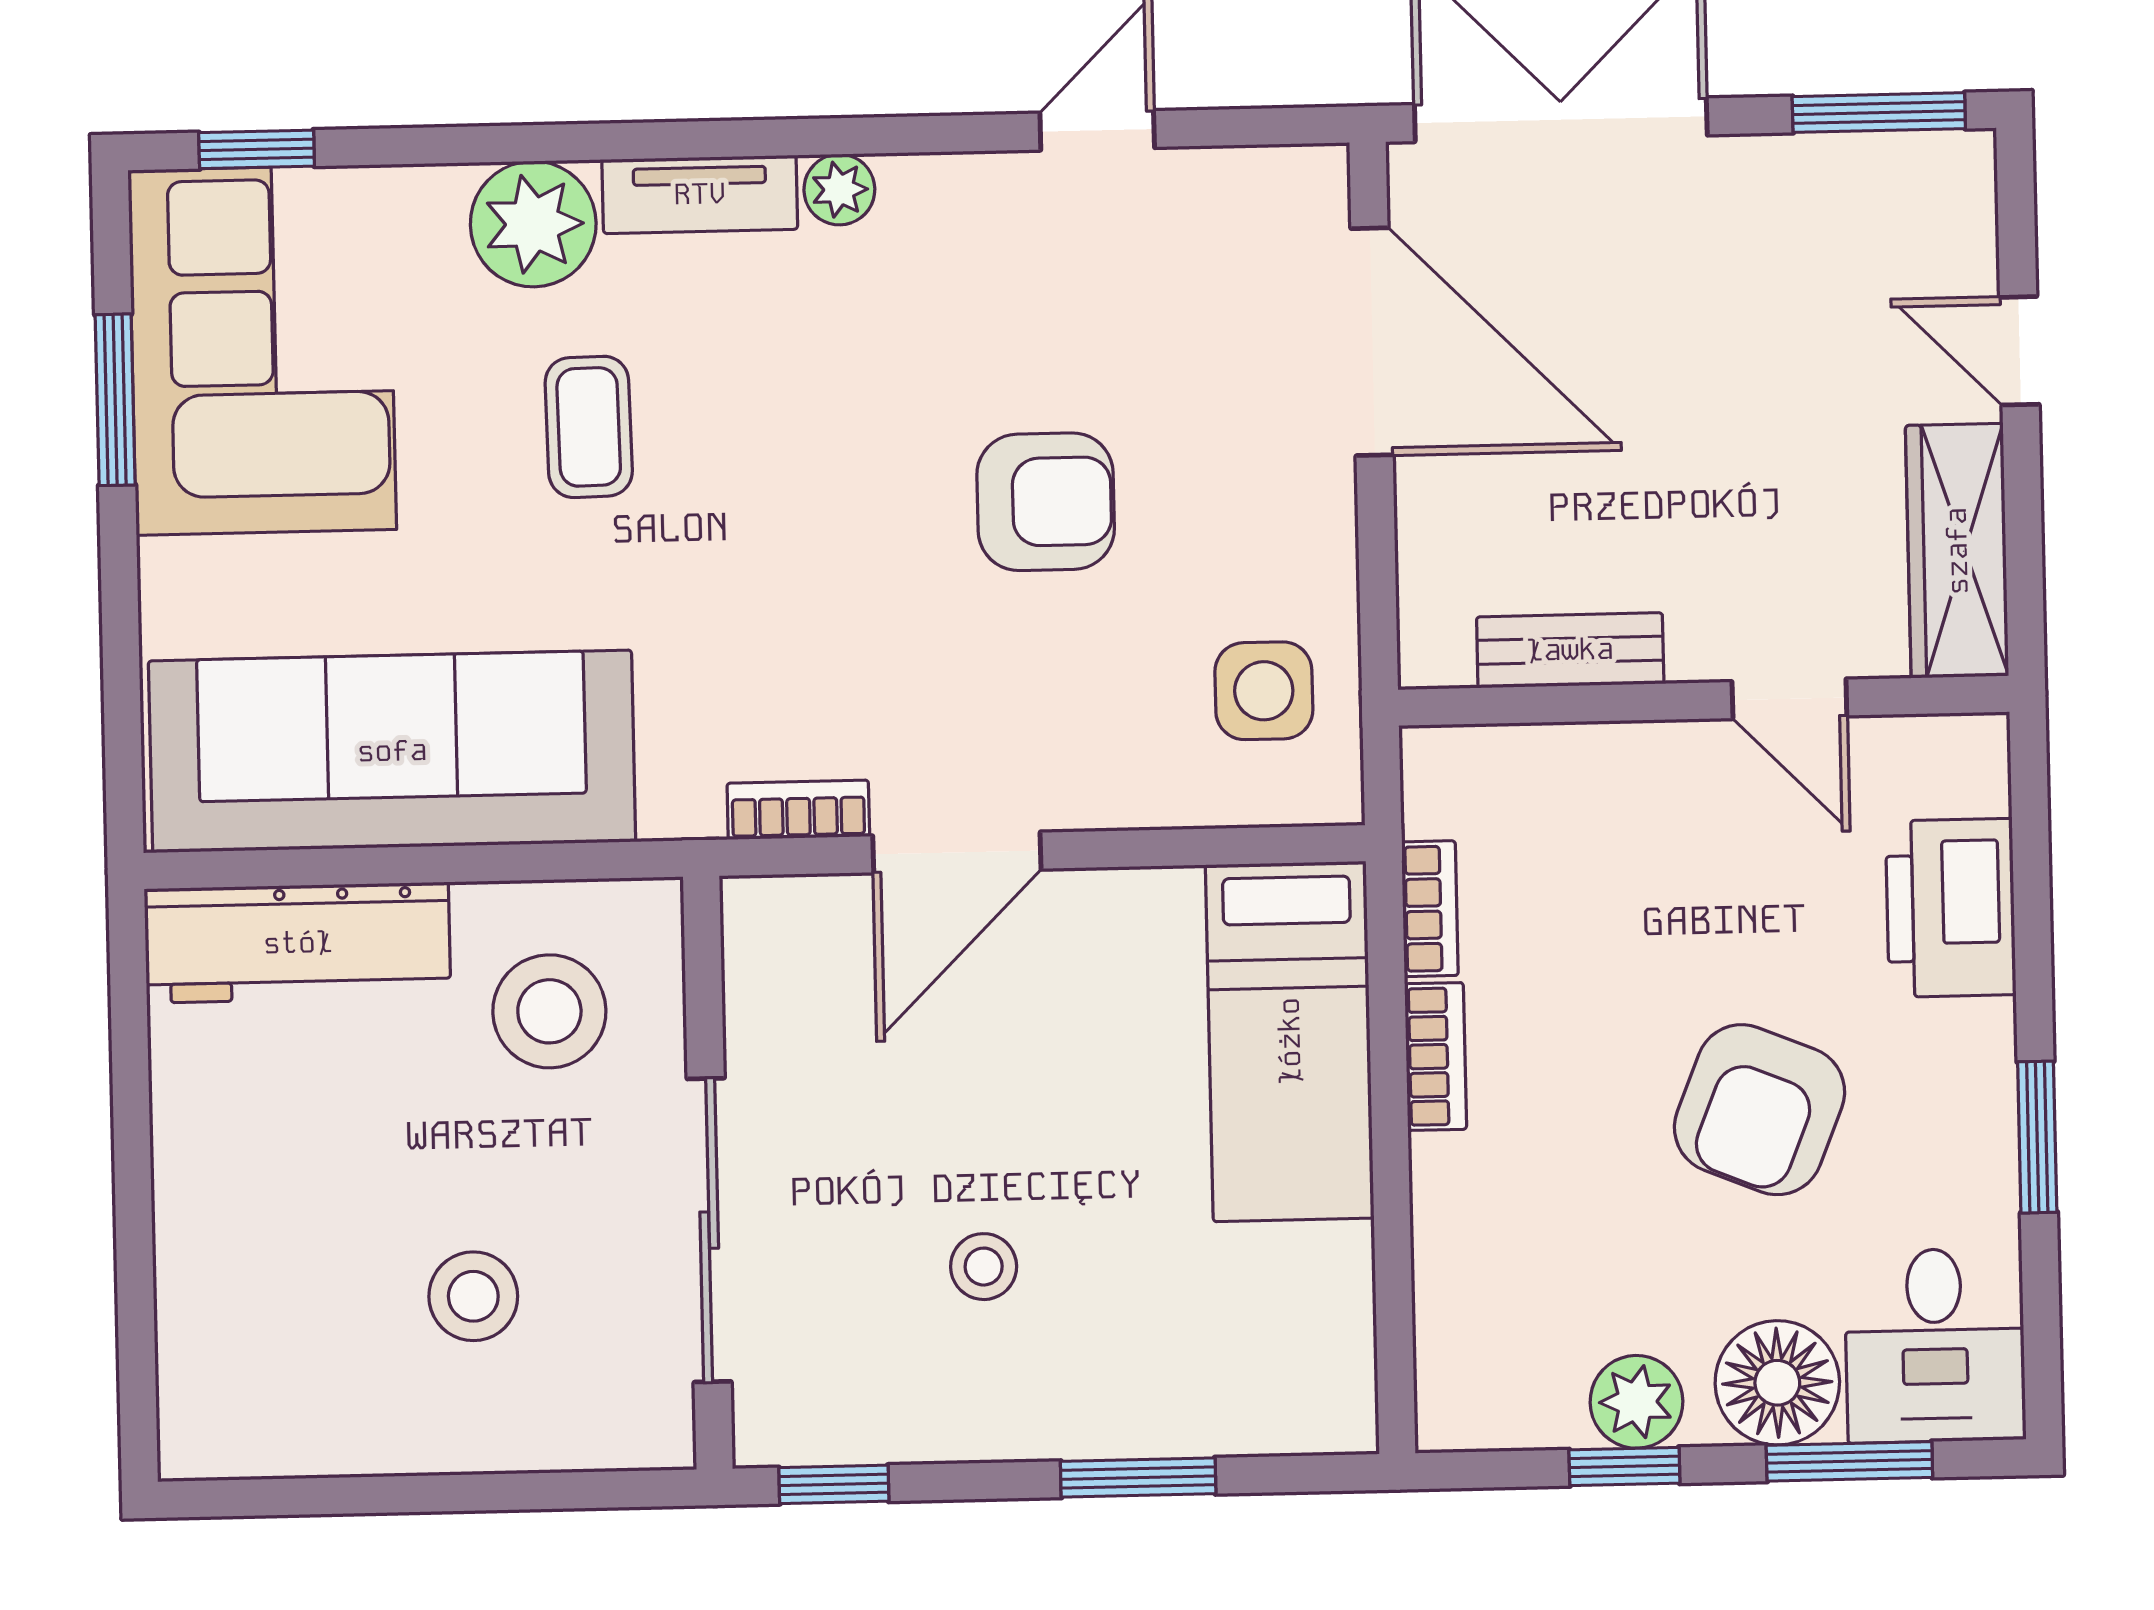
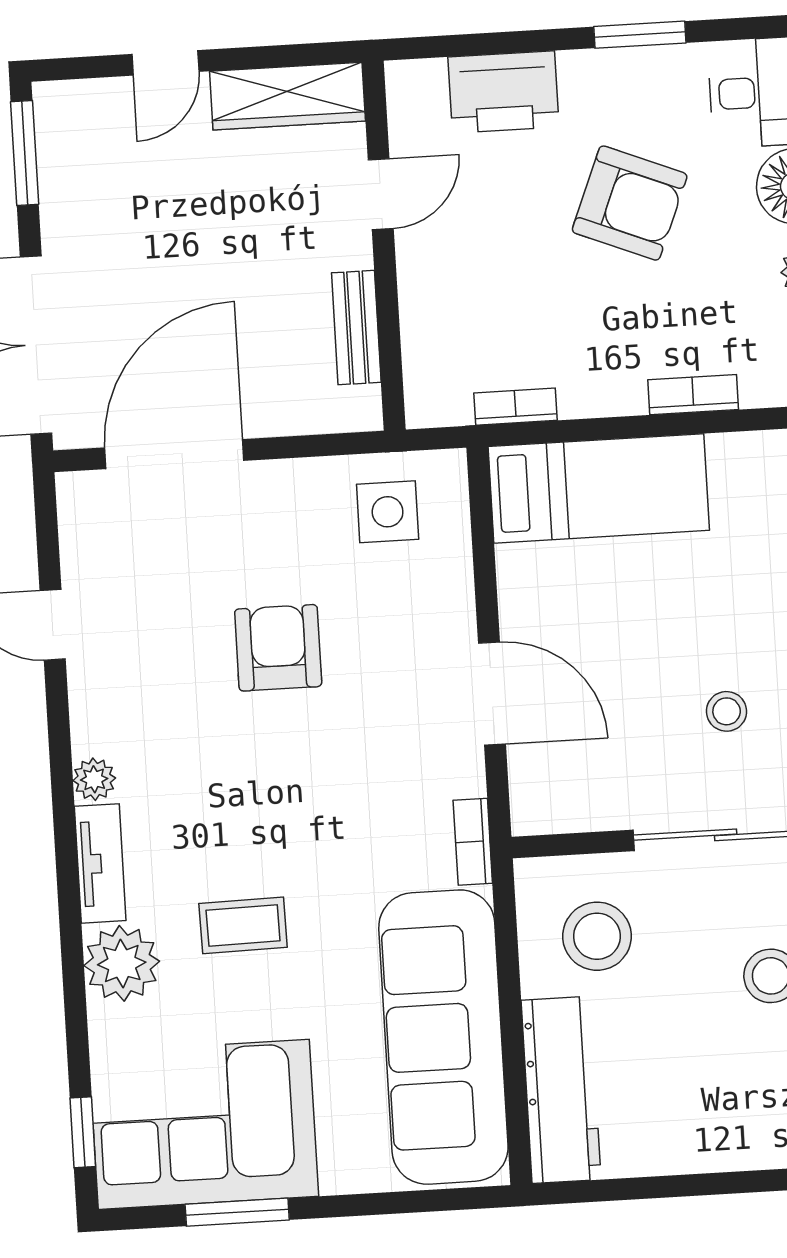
bookcase: (798, 810) -> (473, 842), moved
bookcase: (1436, 1057) -> (693, 395), moved
stool: (984, 1267) -> (727, 711), moved

